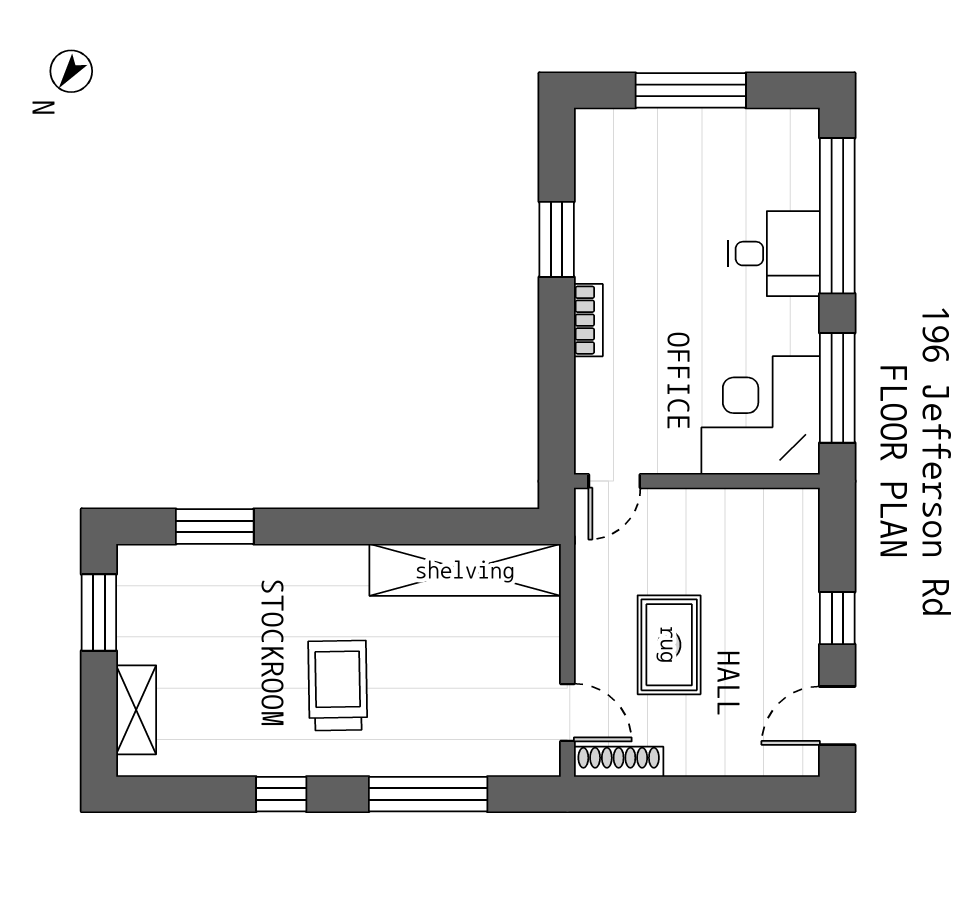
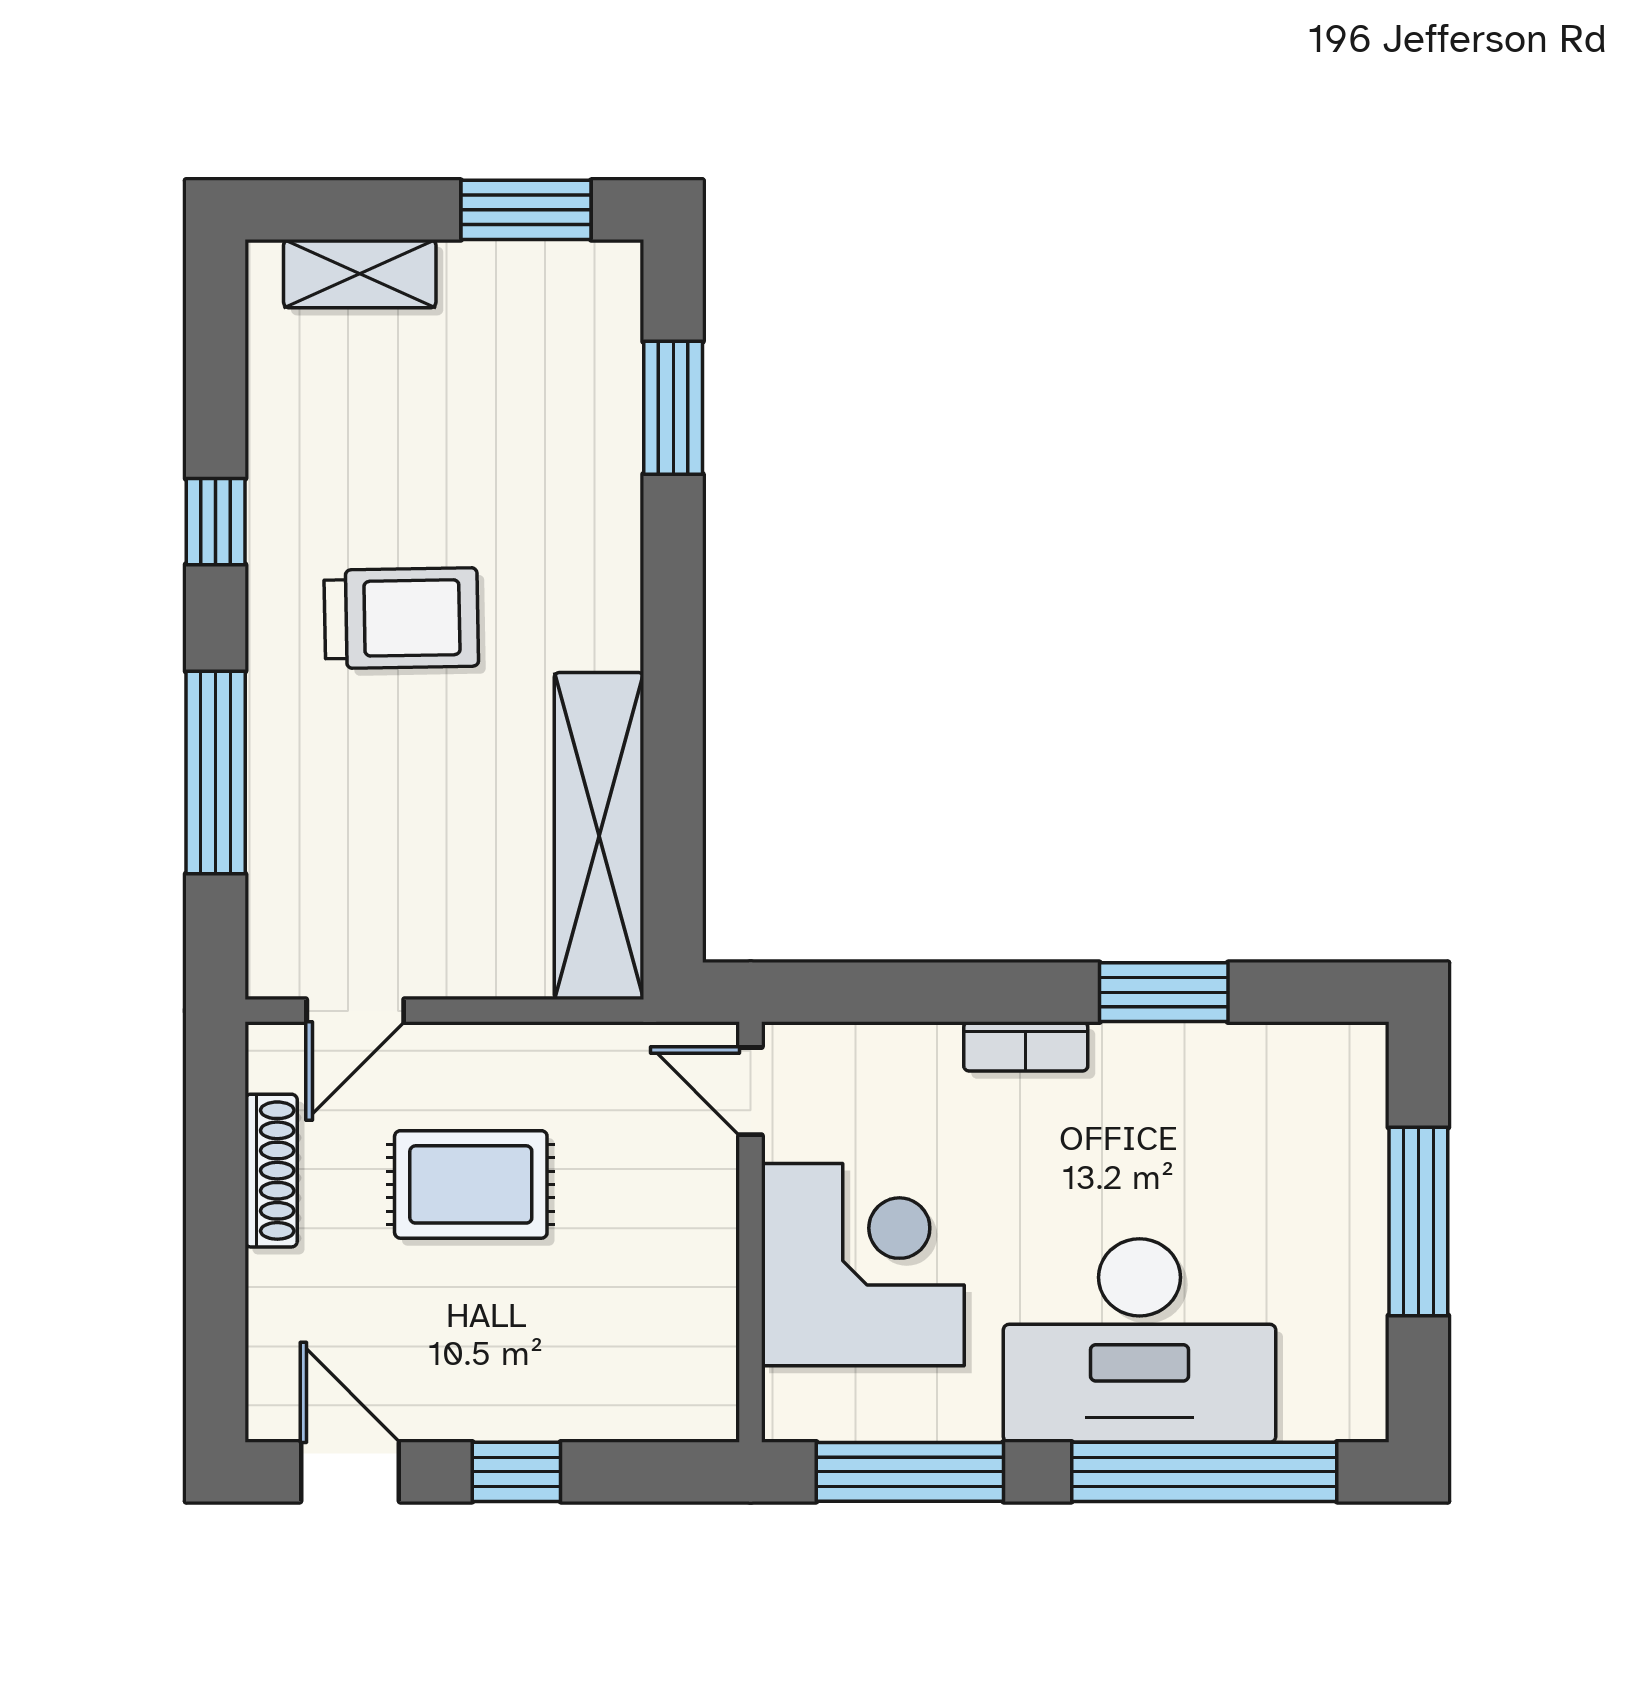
desk: (774, 254) -> (1140, 1340), width x1.87, depth x1.30
corner desk: (761, 415) -> (863, 1265), moved
shoe rack: (619, 762) -> (271, 1171), moved

